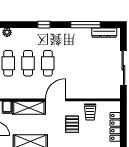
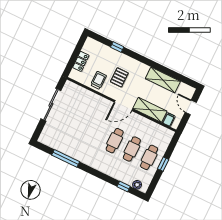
window: (44, 25) -> (124, 186), moved
dresser: (104, 33) -> (53, 143), removed
locker: (115, 127) -> (81, 61), width x0.66

